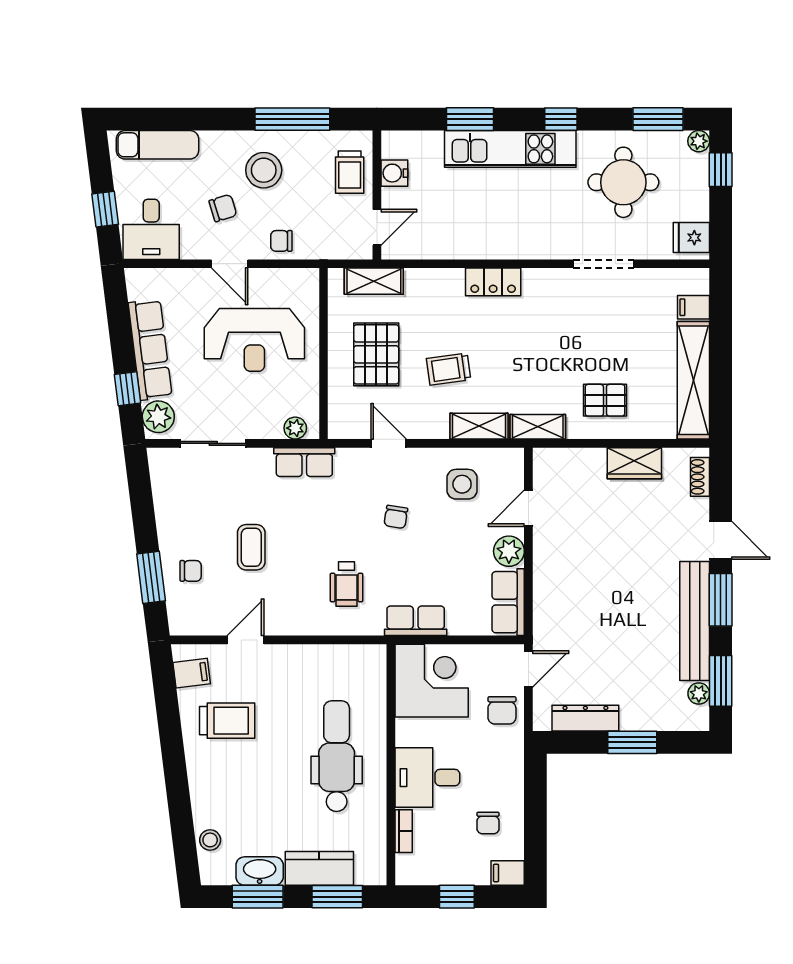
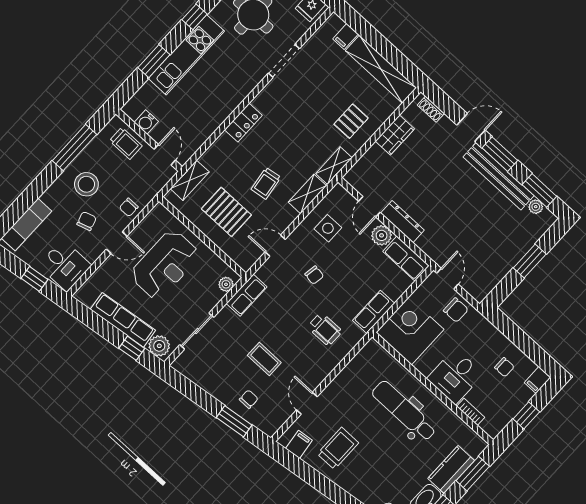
dresser: (585, 718) -> (402, 222), moved, turned 90

